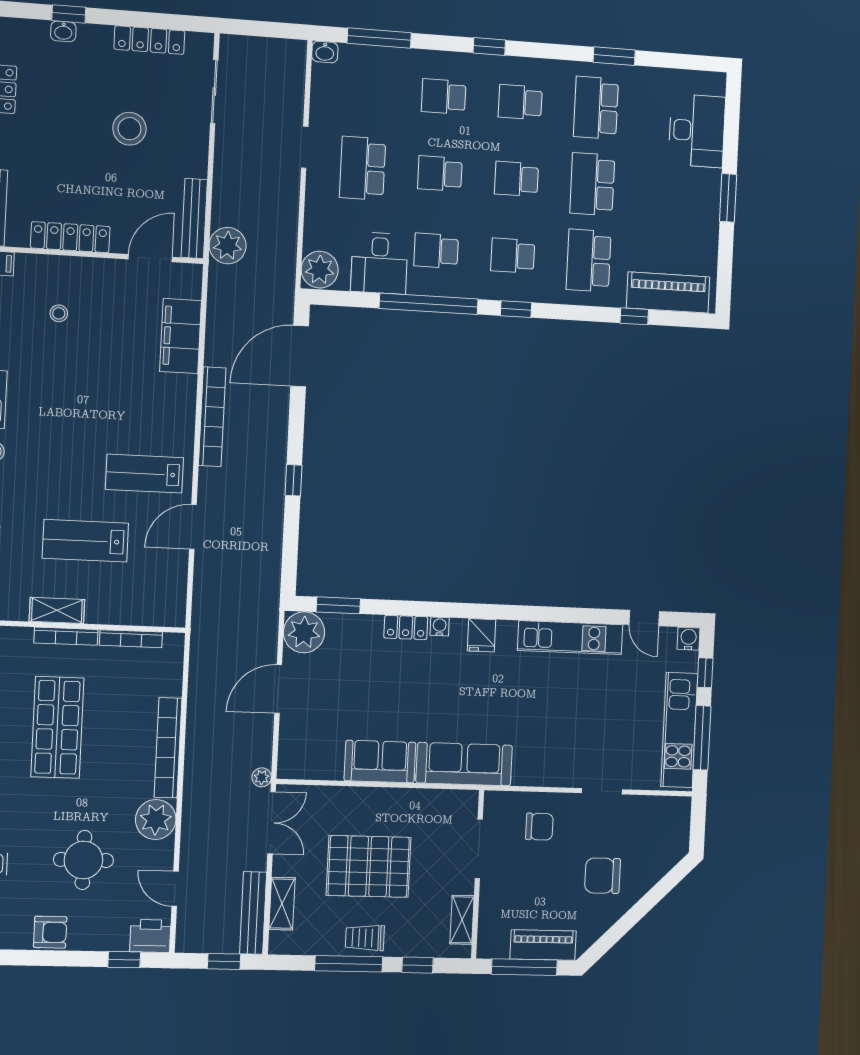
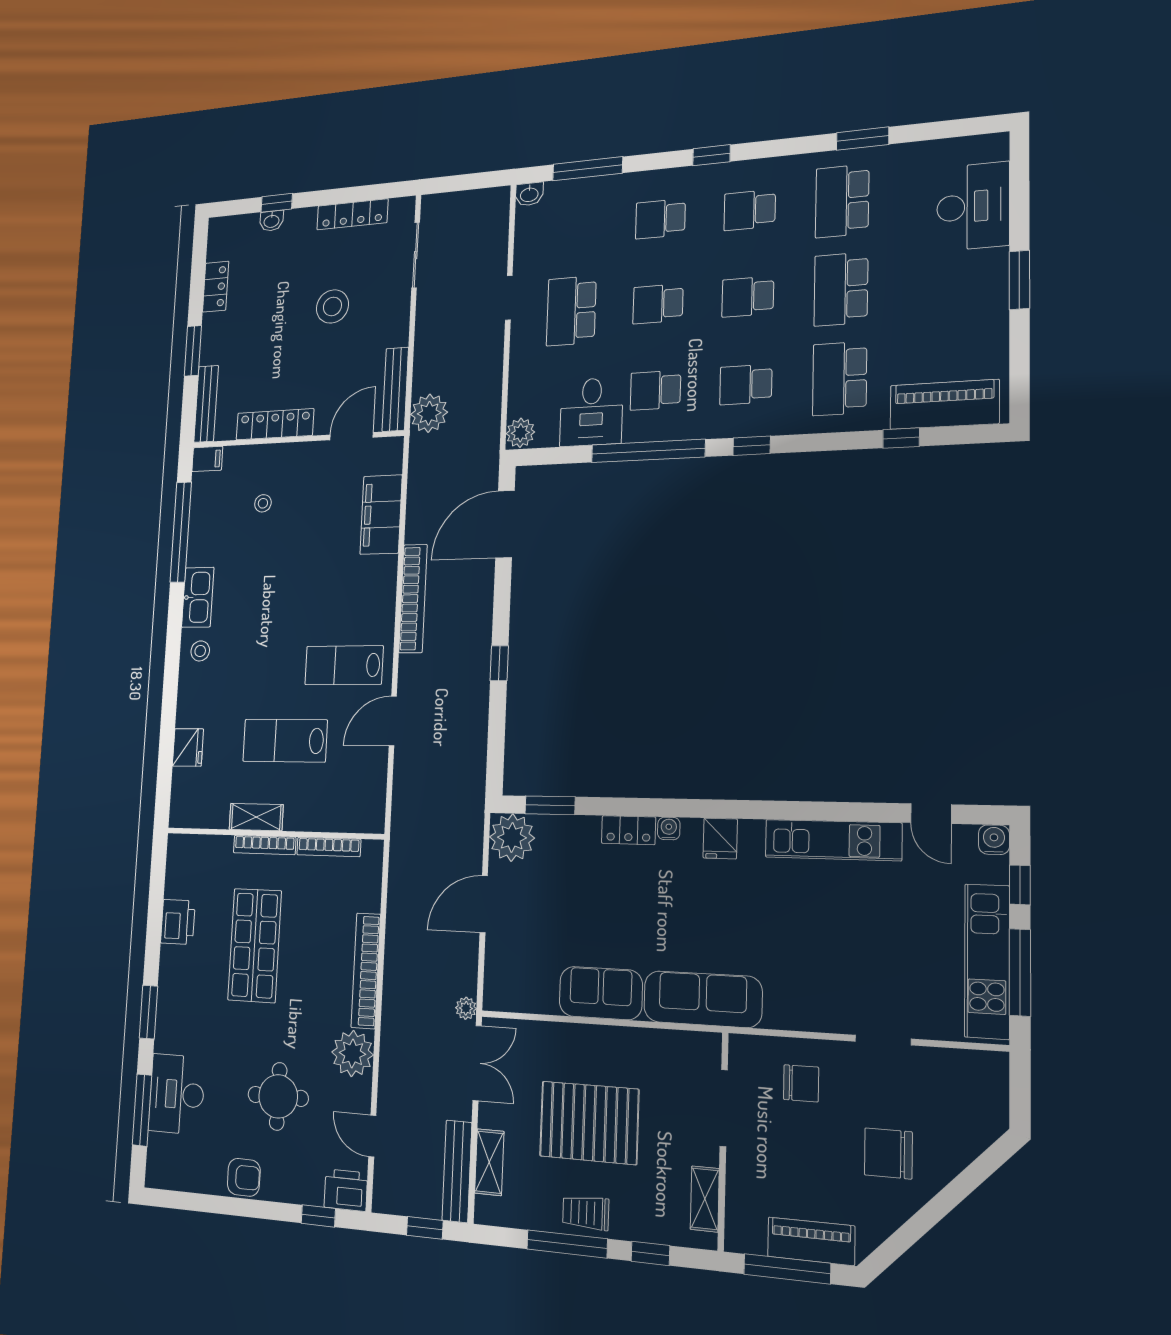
plant: (320, 270) -> (520, 433), width x0.73, depth x0.73

